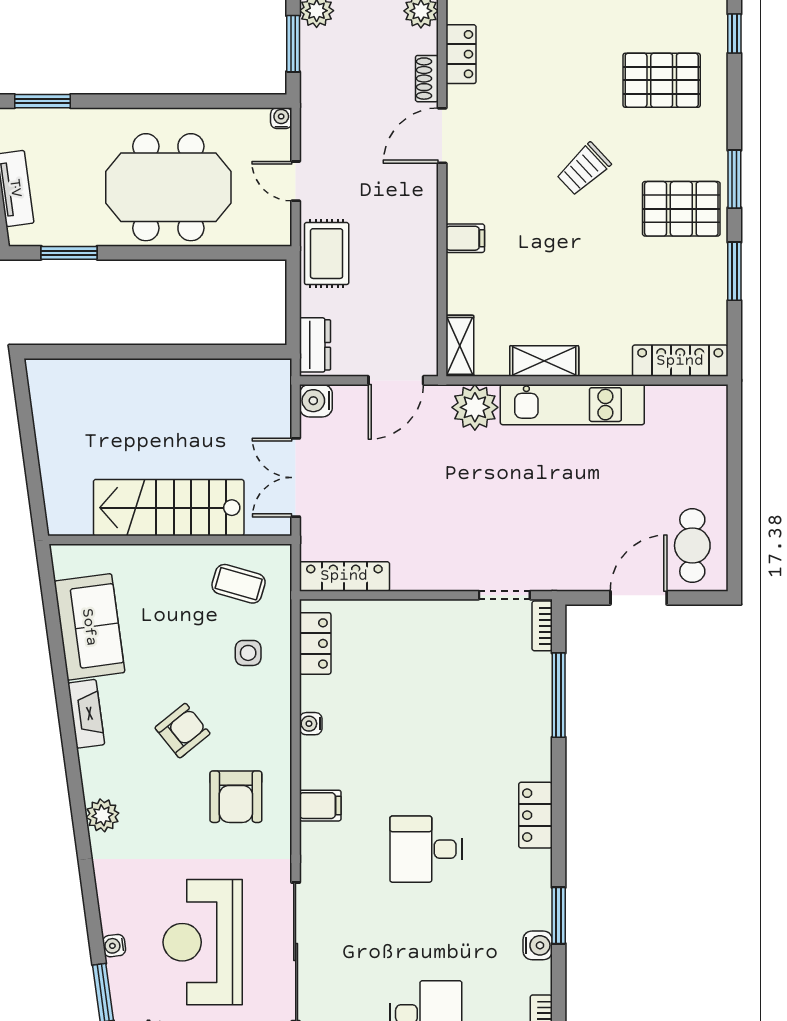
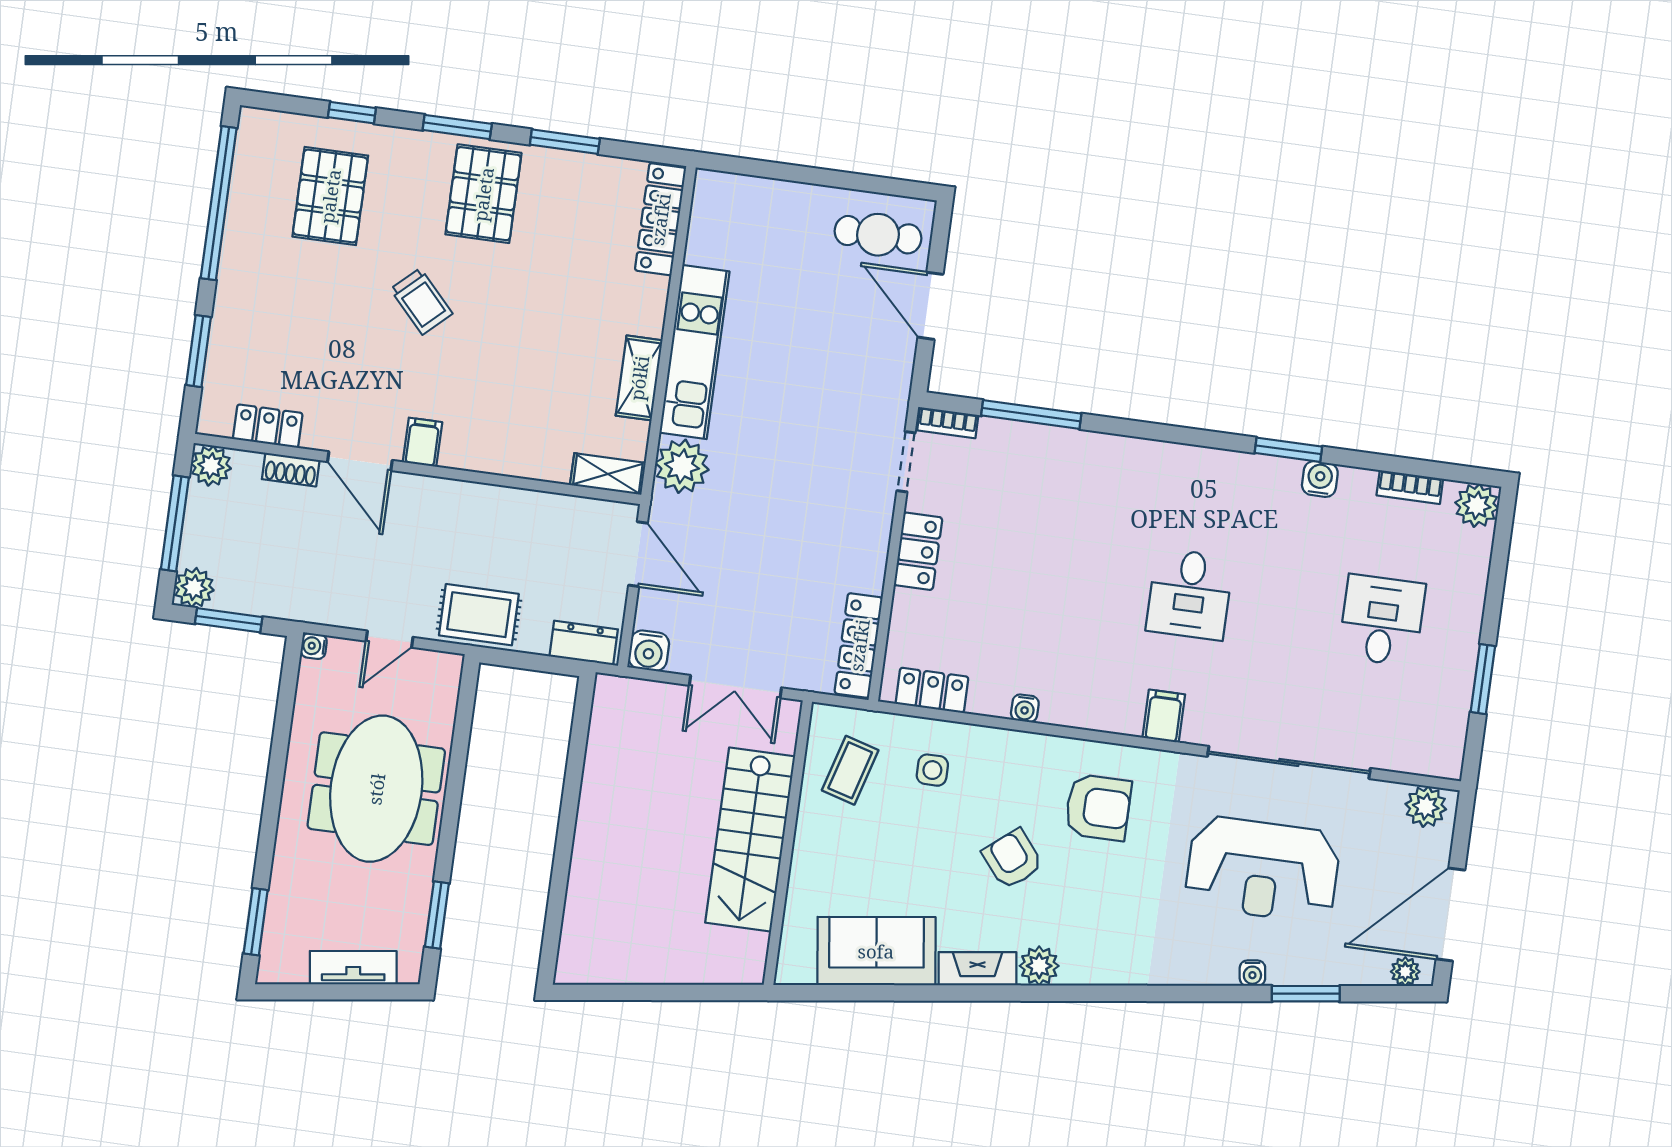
window: (734, 34) -> (352, 113), moved
filing cabinet: (465, 238) -> (423, 442), moved
filing cabinet: (320, 806) -> (1164, 716), moved
plant: (102, 815) -> (1039, 966), moved
locker: (535, 815) -> (918, 551), moved, turned -90

